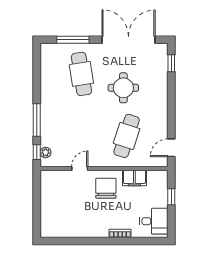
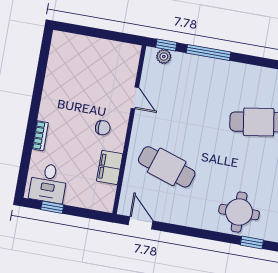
round table: (123, 88) -> (239, 212), moved
chair: (106, 188) -> (103, 128), width x0.54, depth x0.54
window: (171, 197) -> (52, 207), moved

